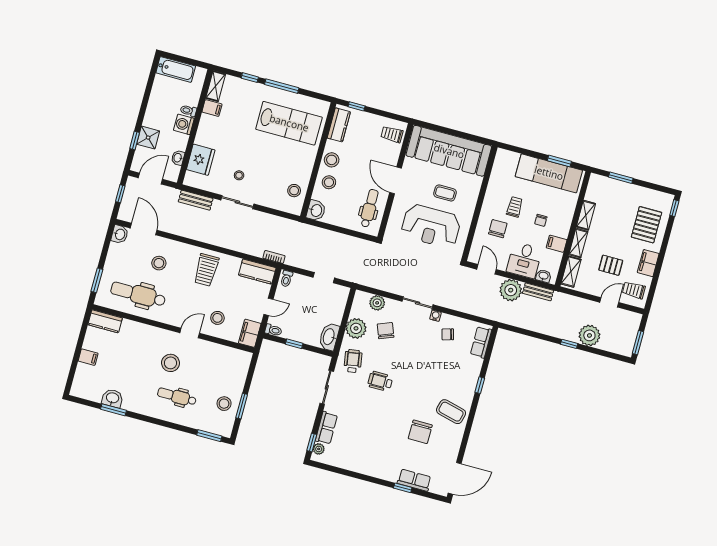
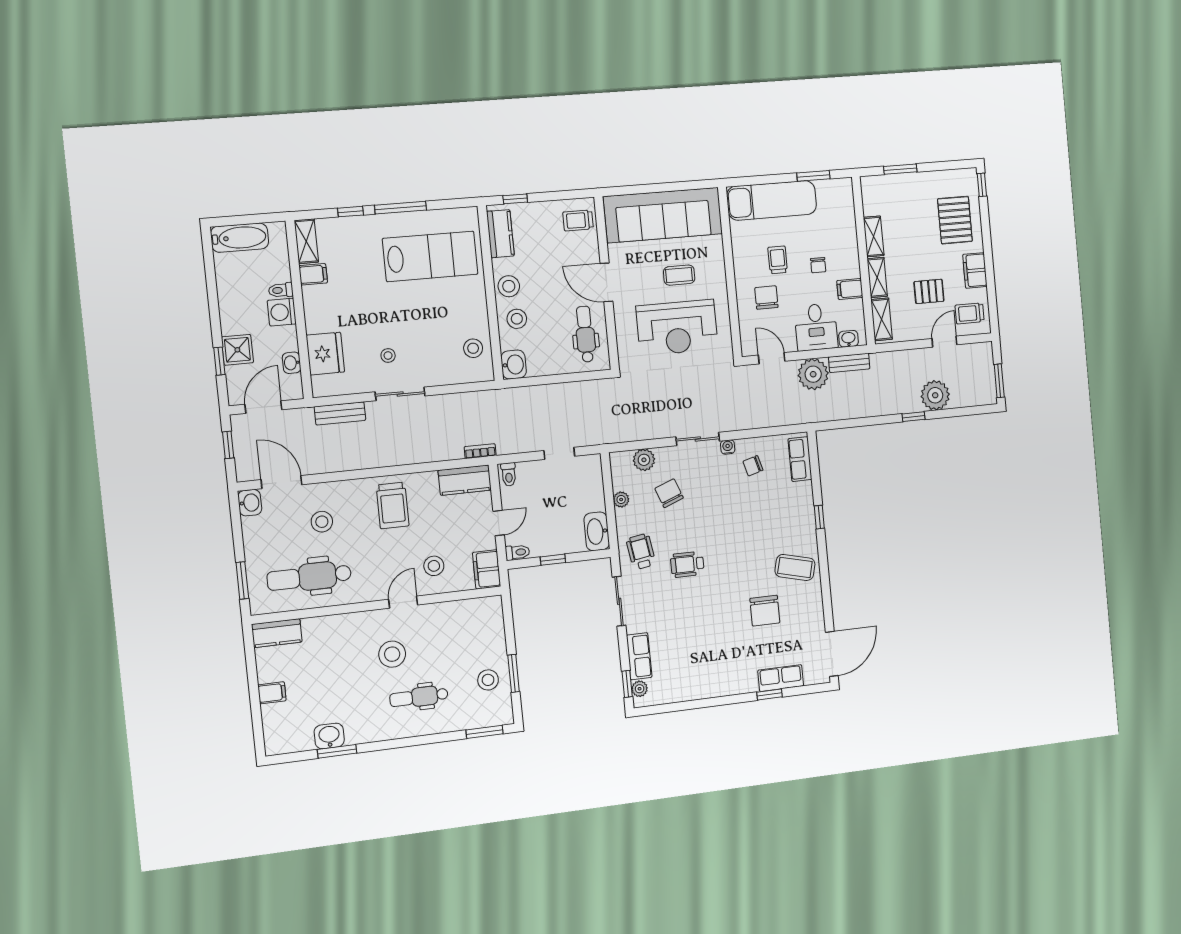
exam couch: (549, 173) -> (772, 200), moved
plant: (356, 328) -> (621, 500), width x0.53, depth x0.53

